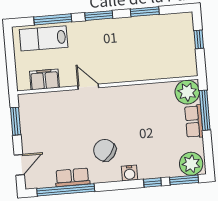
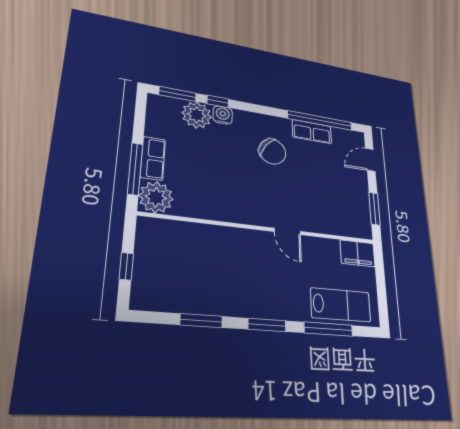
filing cabinet: (45, 79) -> (358, 253), moved
plant: (191, 164) -> (197, 115), moved
water cooler: (130, 173) -> (223, 115), moved

